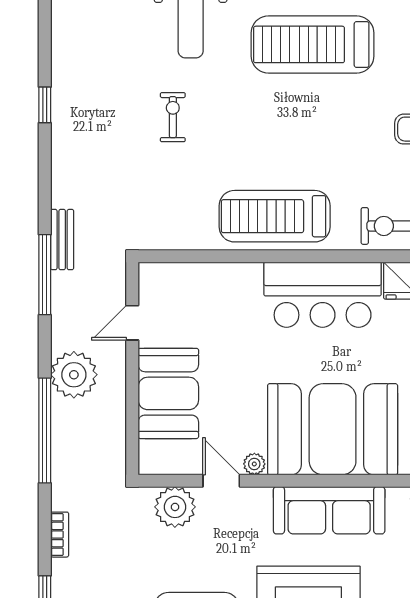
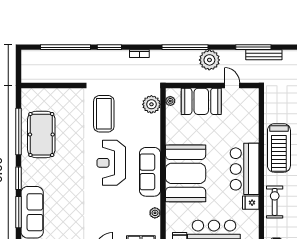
treadmill: (275, 216) -> (279, 148), turned 180
bench: (62, 240) -> (264, 55), width x1.36
plant: (254, 464) -> (170, 101), moved
door: (221, 481) -> (163, 125), removed

